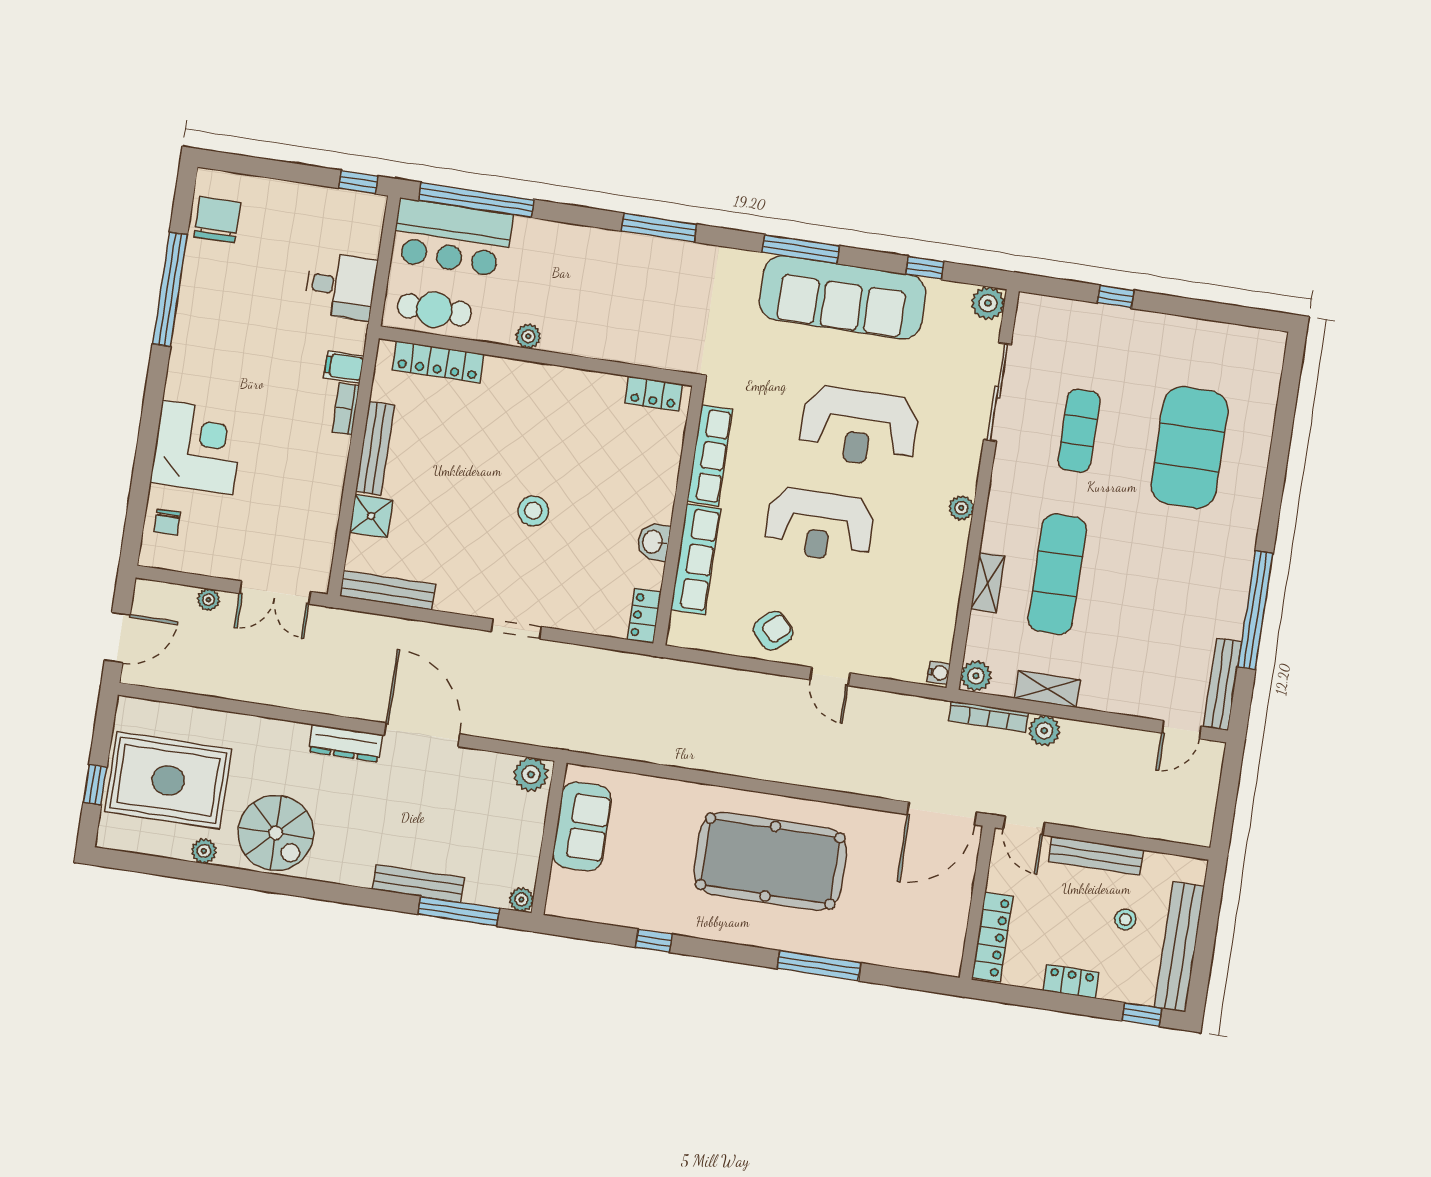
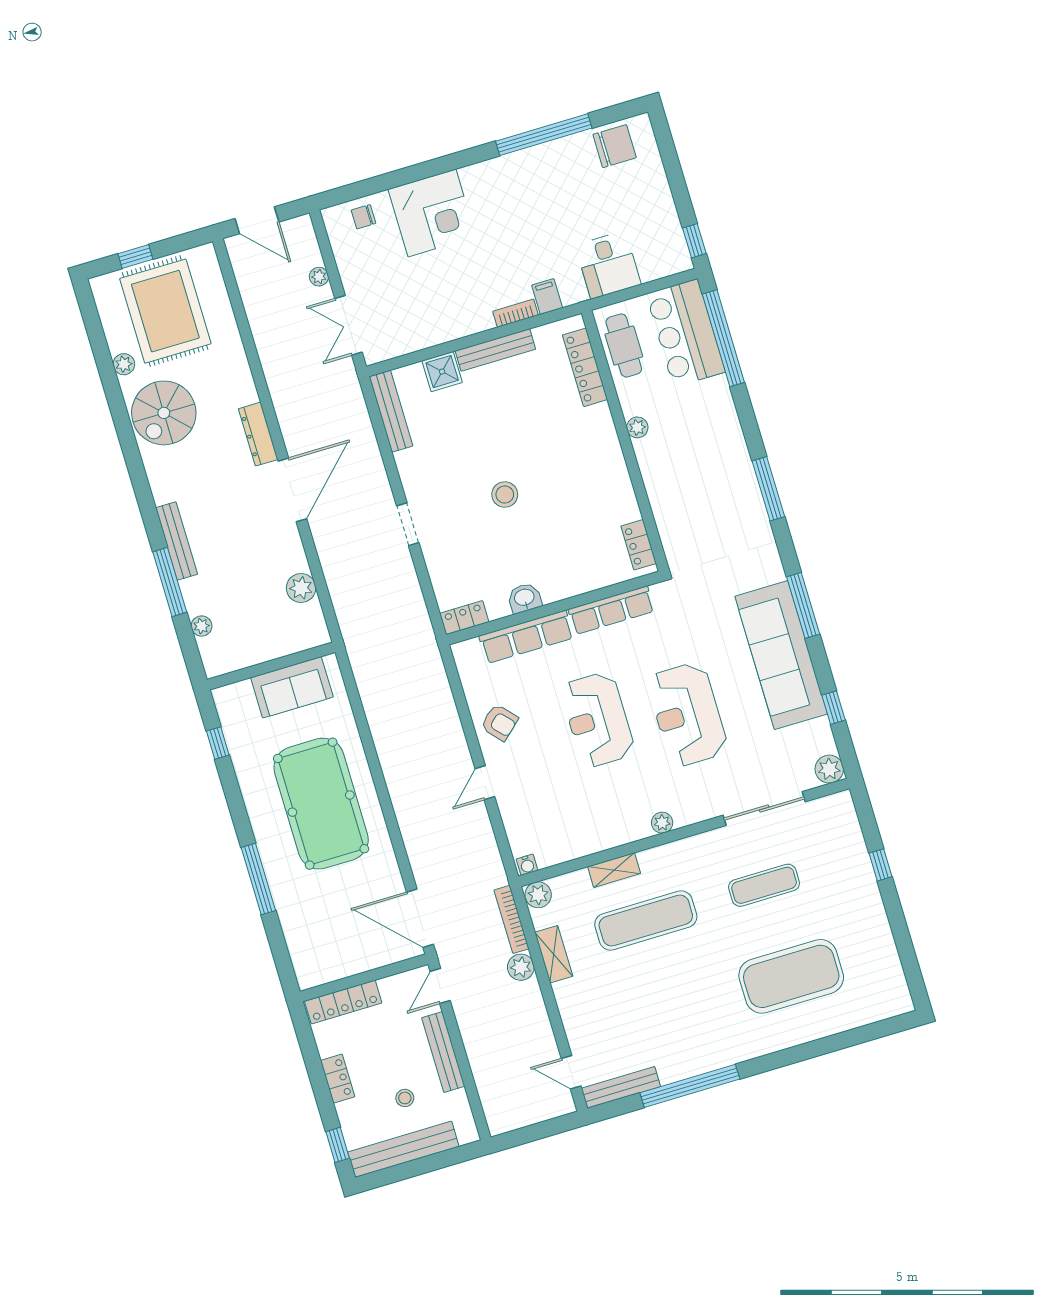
sofa: (582, 826) -> (292, 687), moved
wall: (549, 838) -> (271, 666), moved

